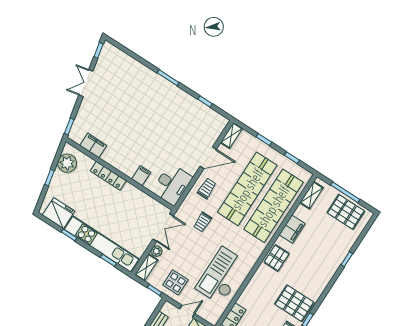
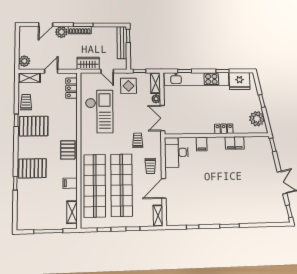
filing cabinet: (93, 145) -> (235, 143), moved
locker: (108, 176) -> (224, 129), width x0.66
pallet: (346, 212) -> (32, 168), moved
filing cabinet: (292, 229) -> (70, 183), width x0.50
door: (187, 311) -> (107, 71), hinge flipped

